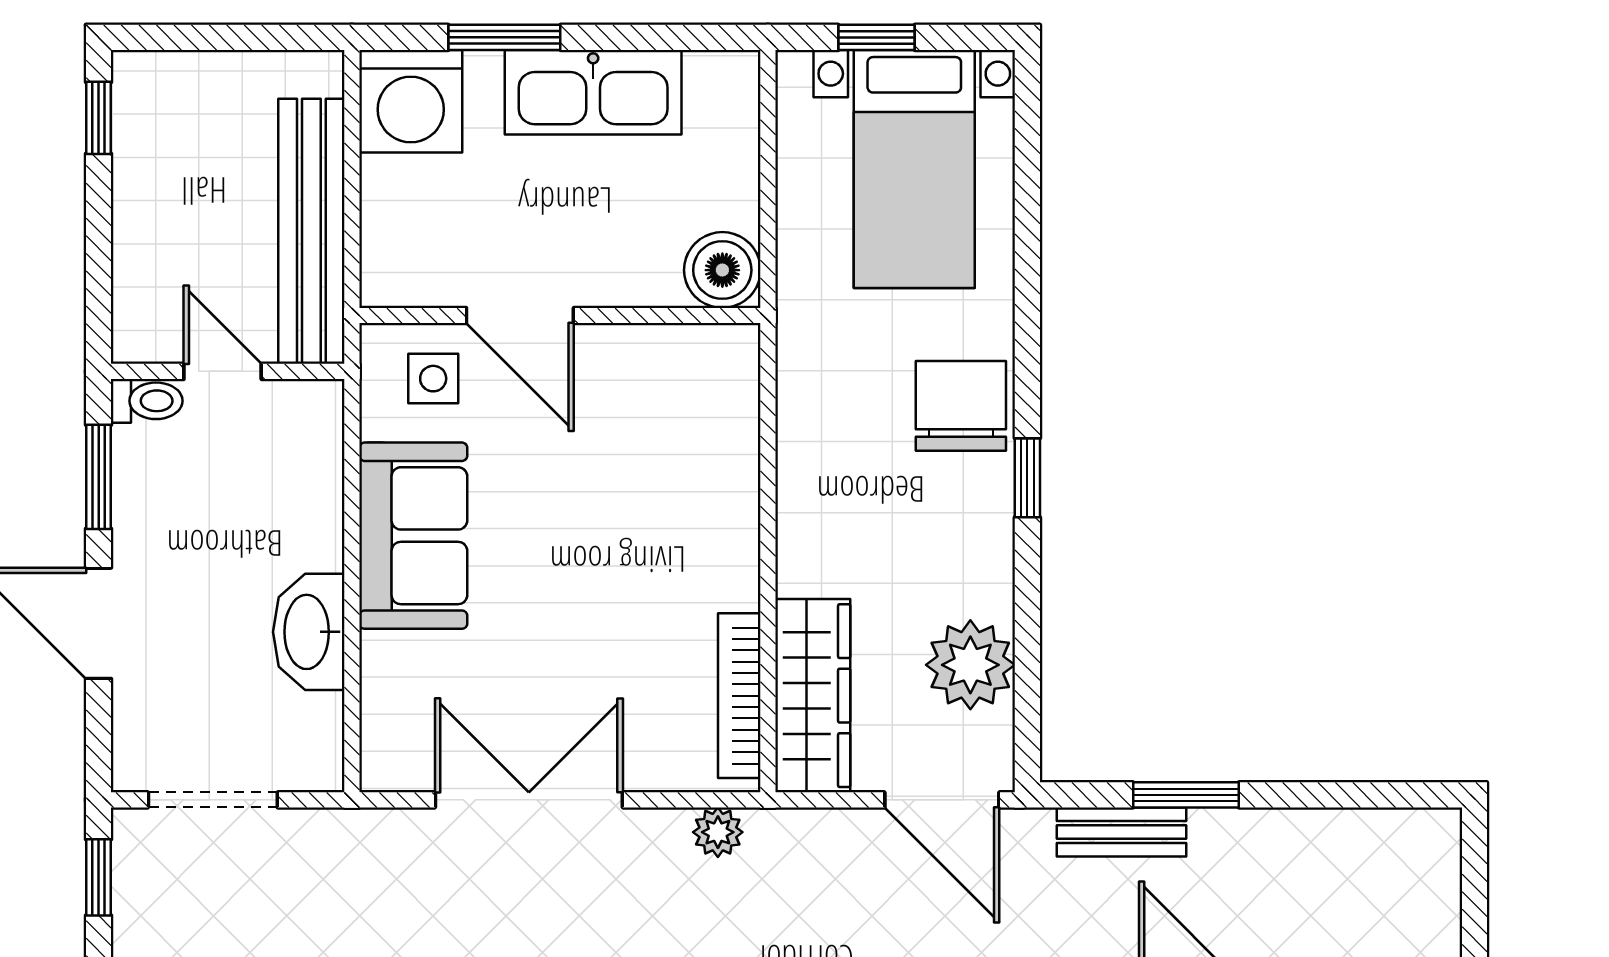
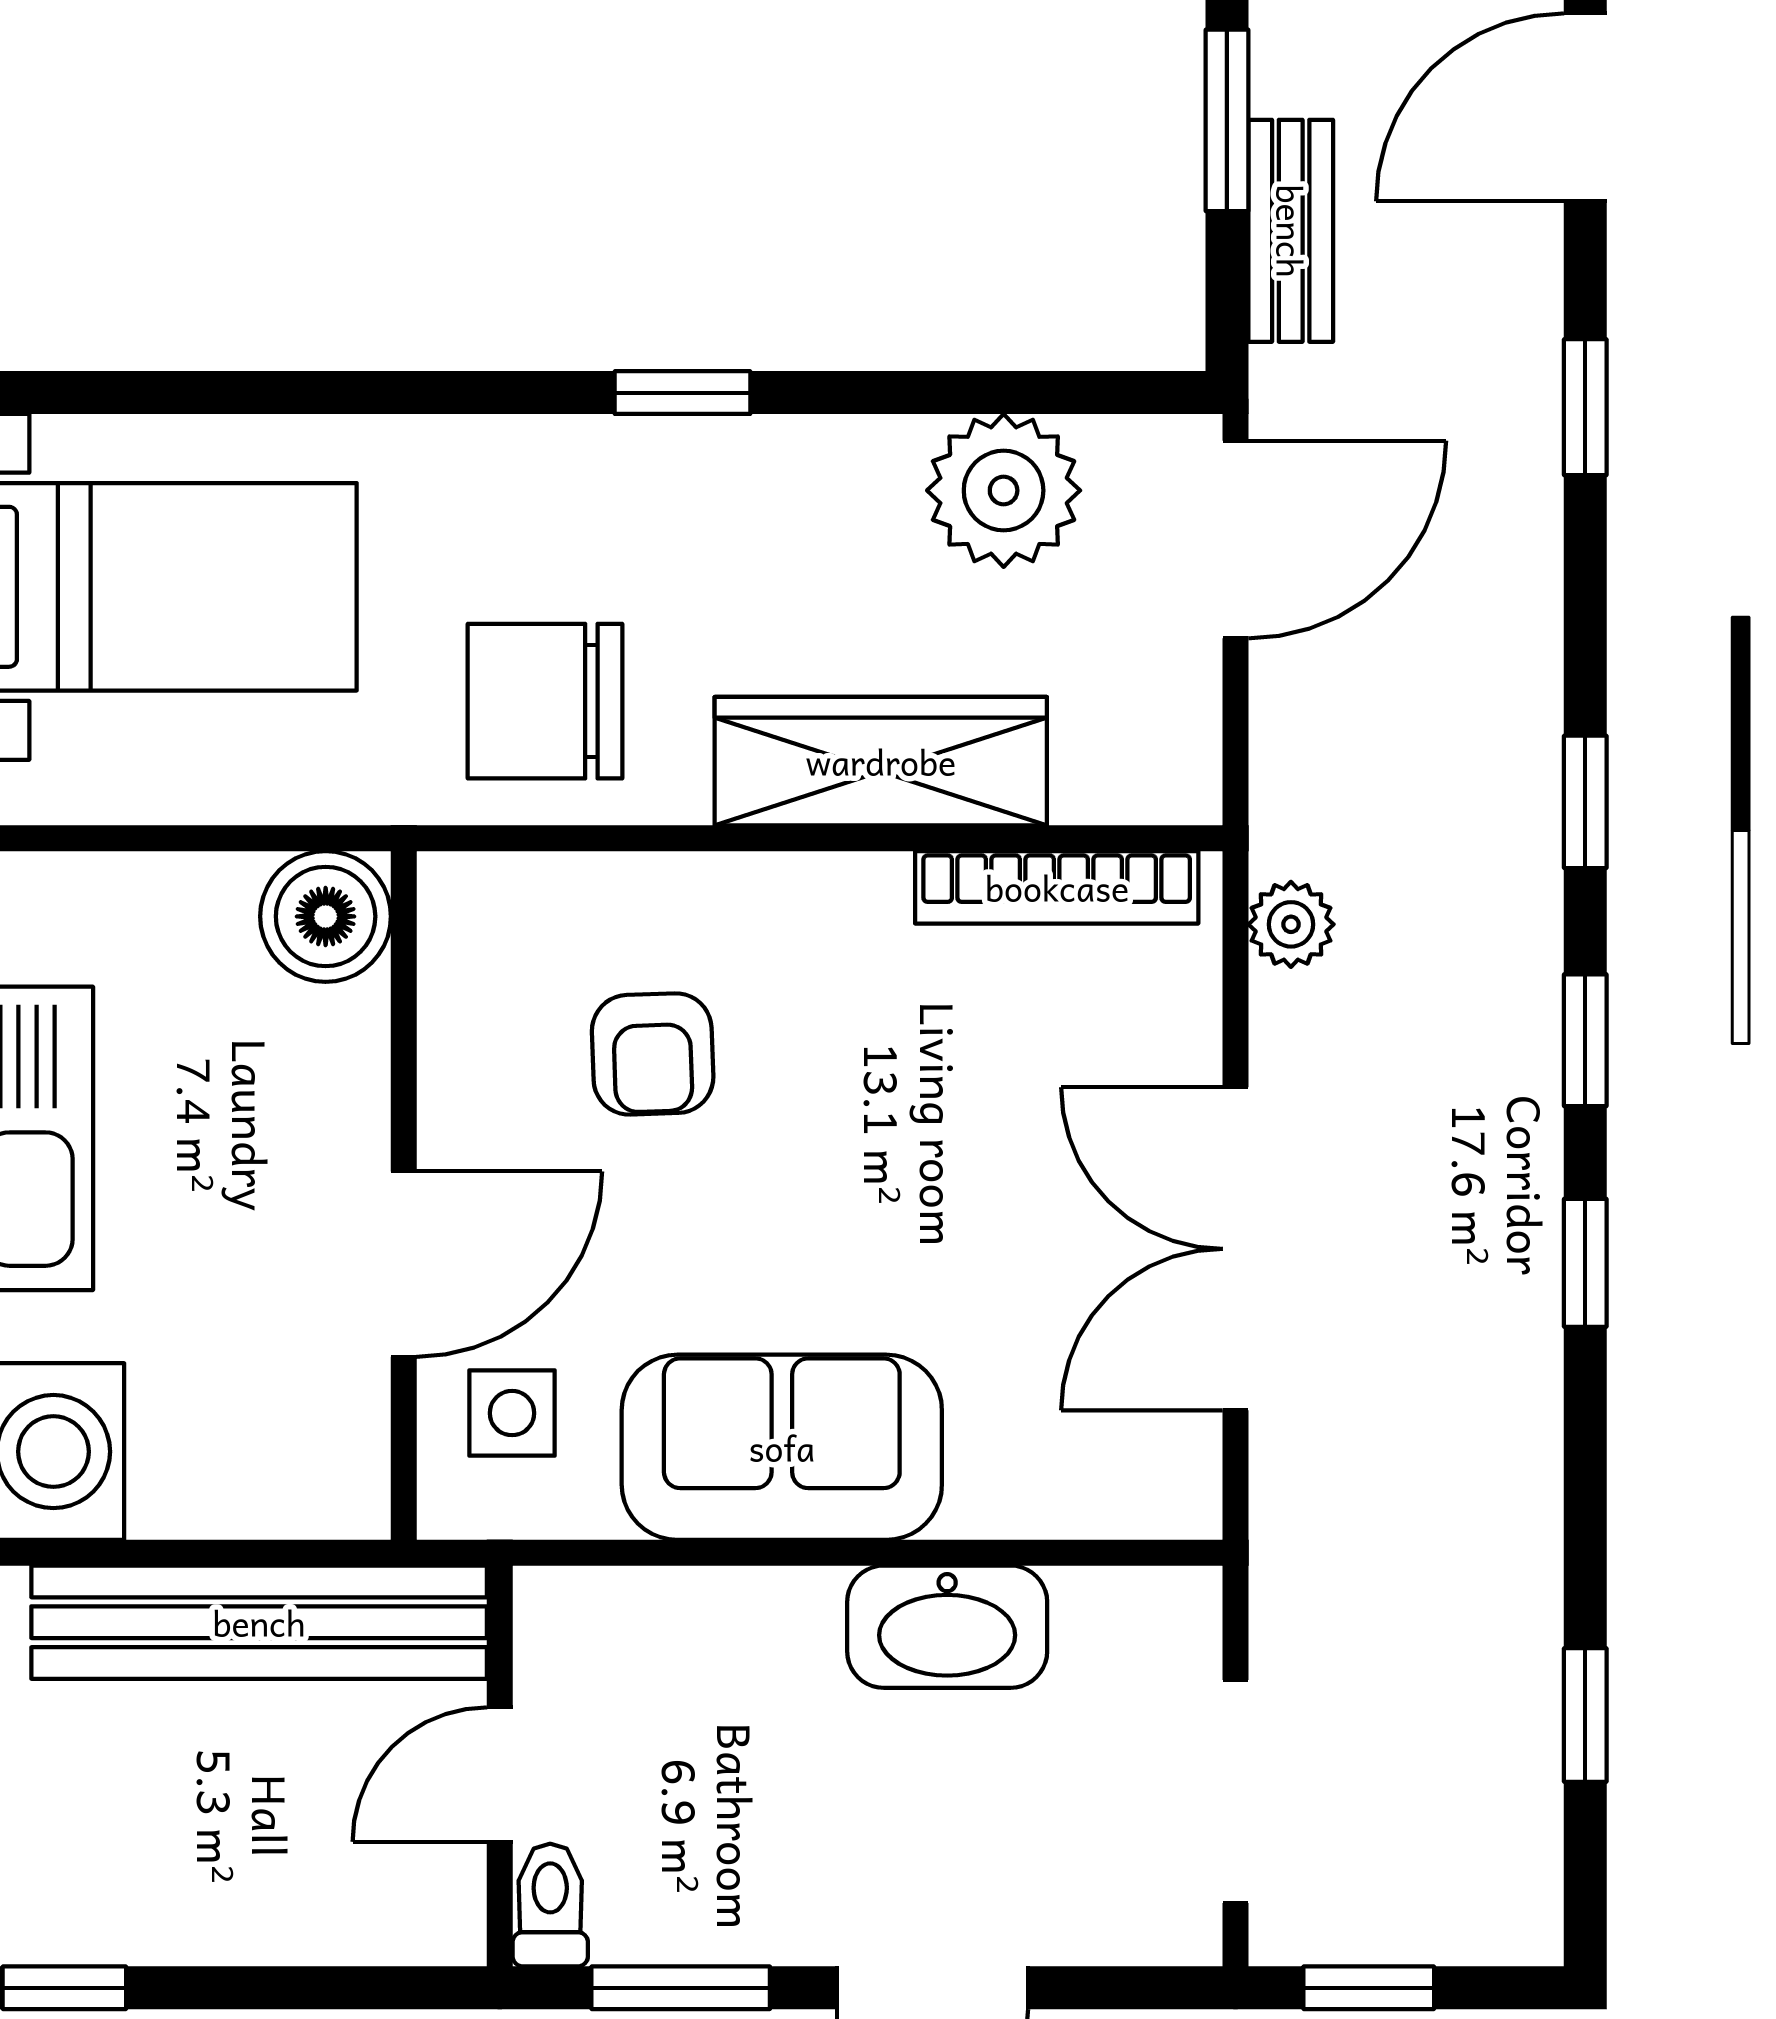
chair: (961, 406) -> (545, 701), moved
armchair: (642, 460) -> (653, 1054), added
wardrobe: (813, 696) -> (881, 761), moved

